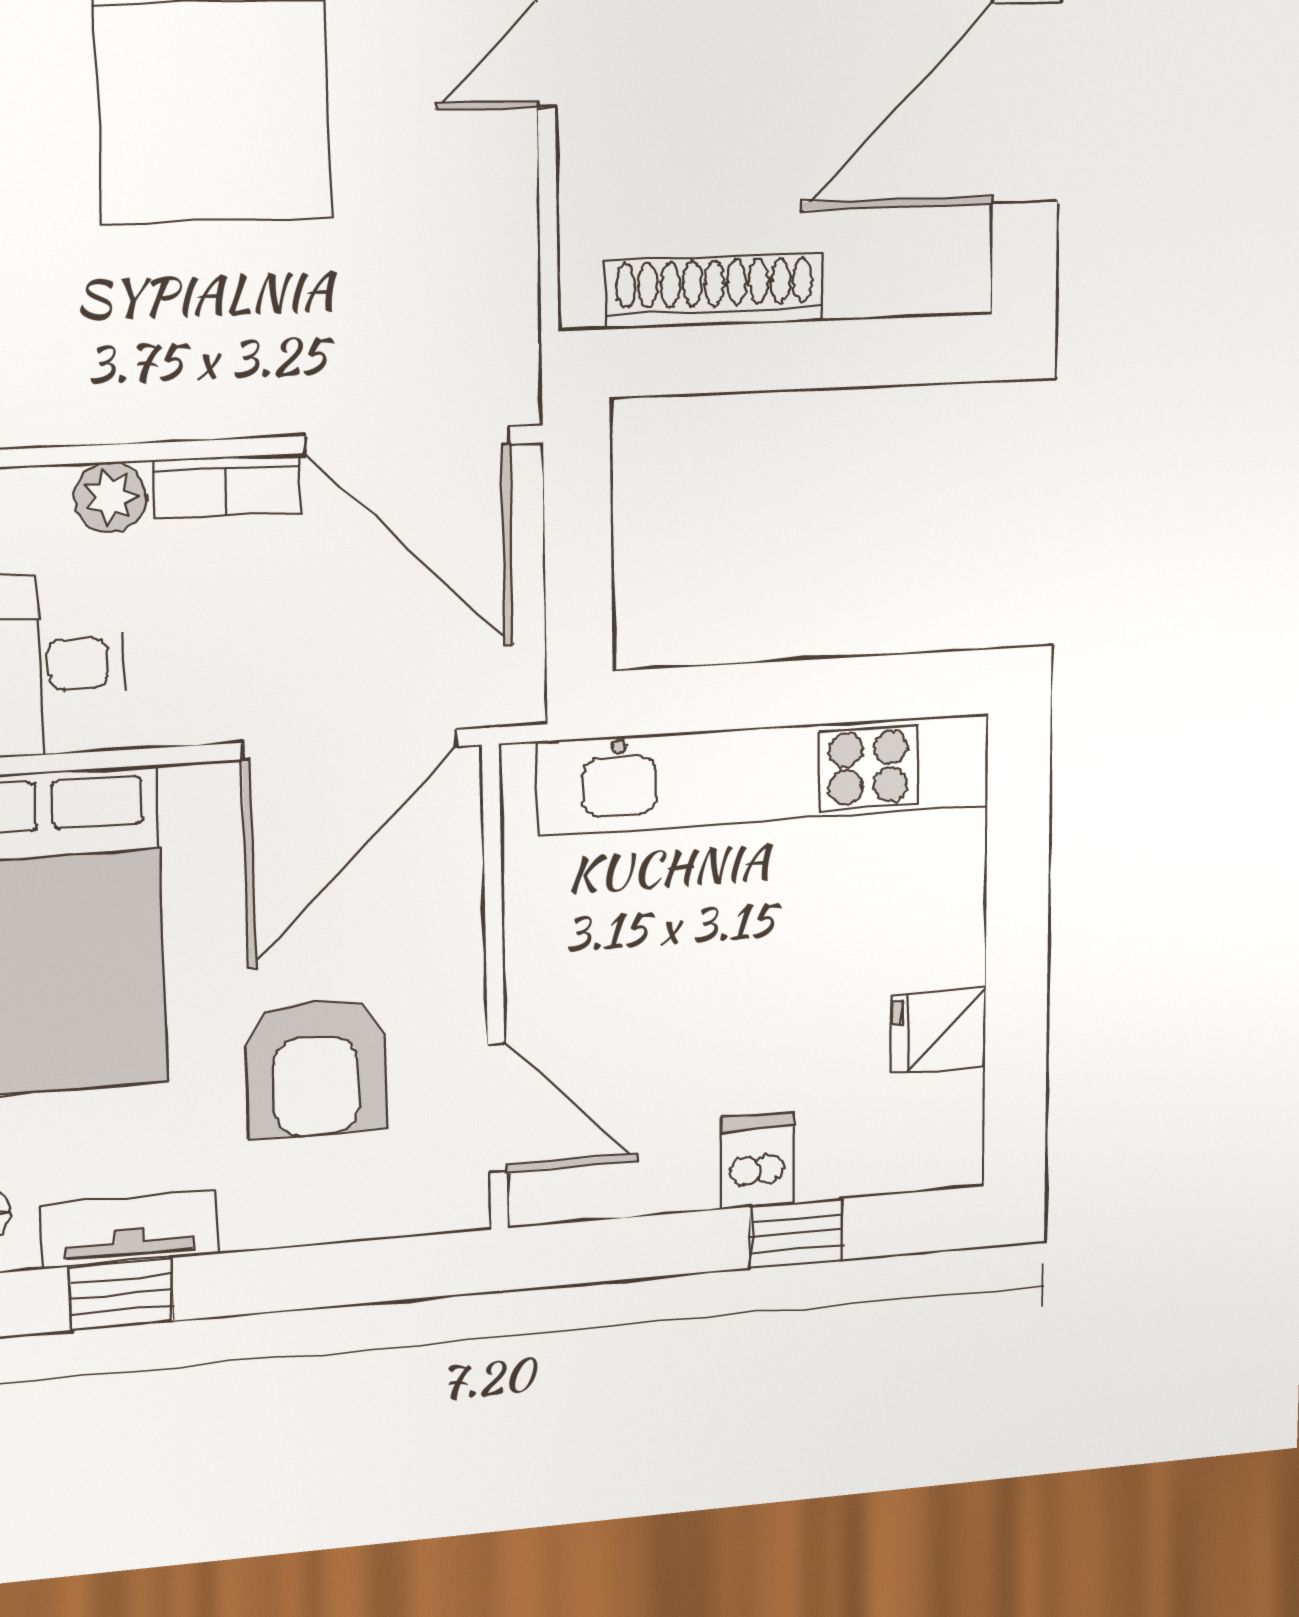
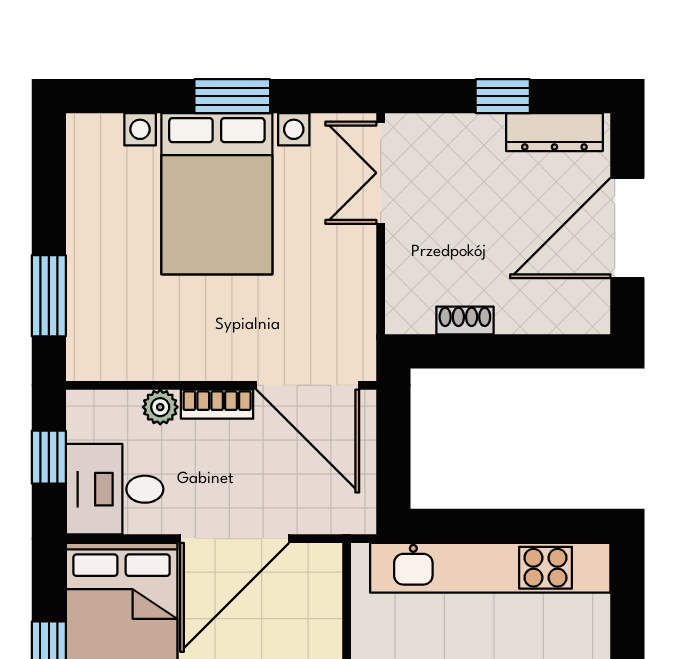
shoe rack: (714, 291) -> (465, 321), width x0.51, depth x0.81
door: (350, 745) -> (235, 539), moved

